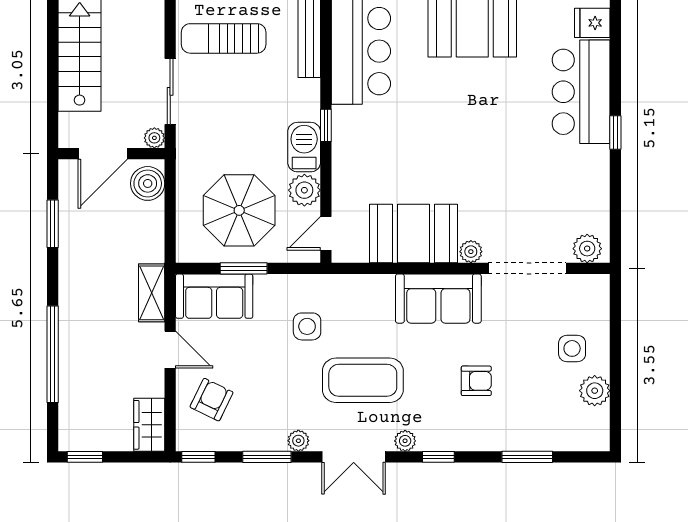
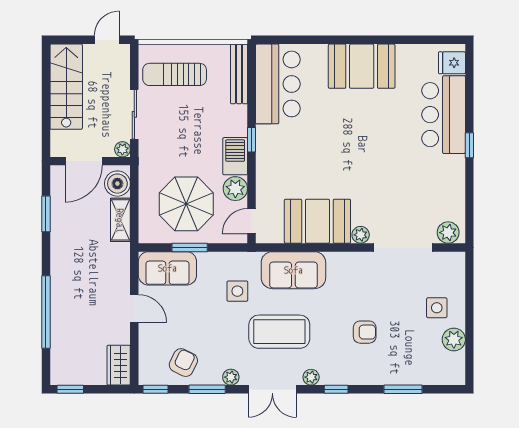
shelving: (152, 293) -> (120, 220), moved
sofa: (438, 299) -> (293, 270), moved
armchair: (212, 400) -> (183, 363), moved

